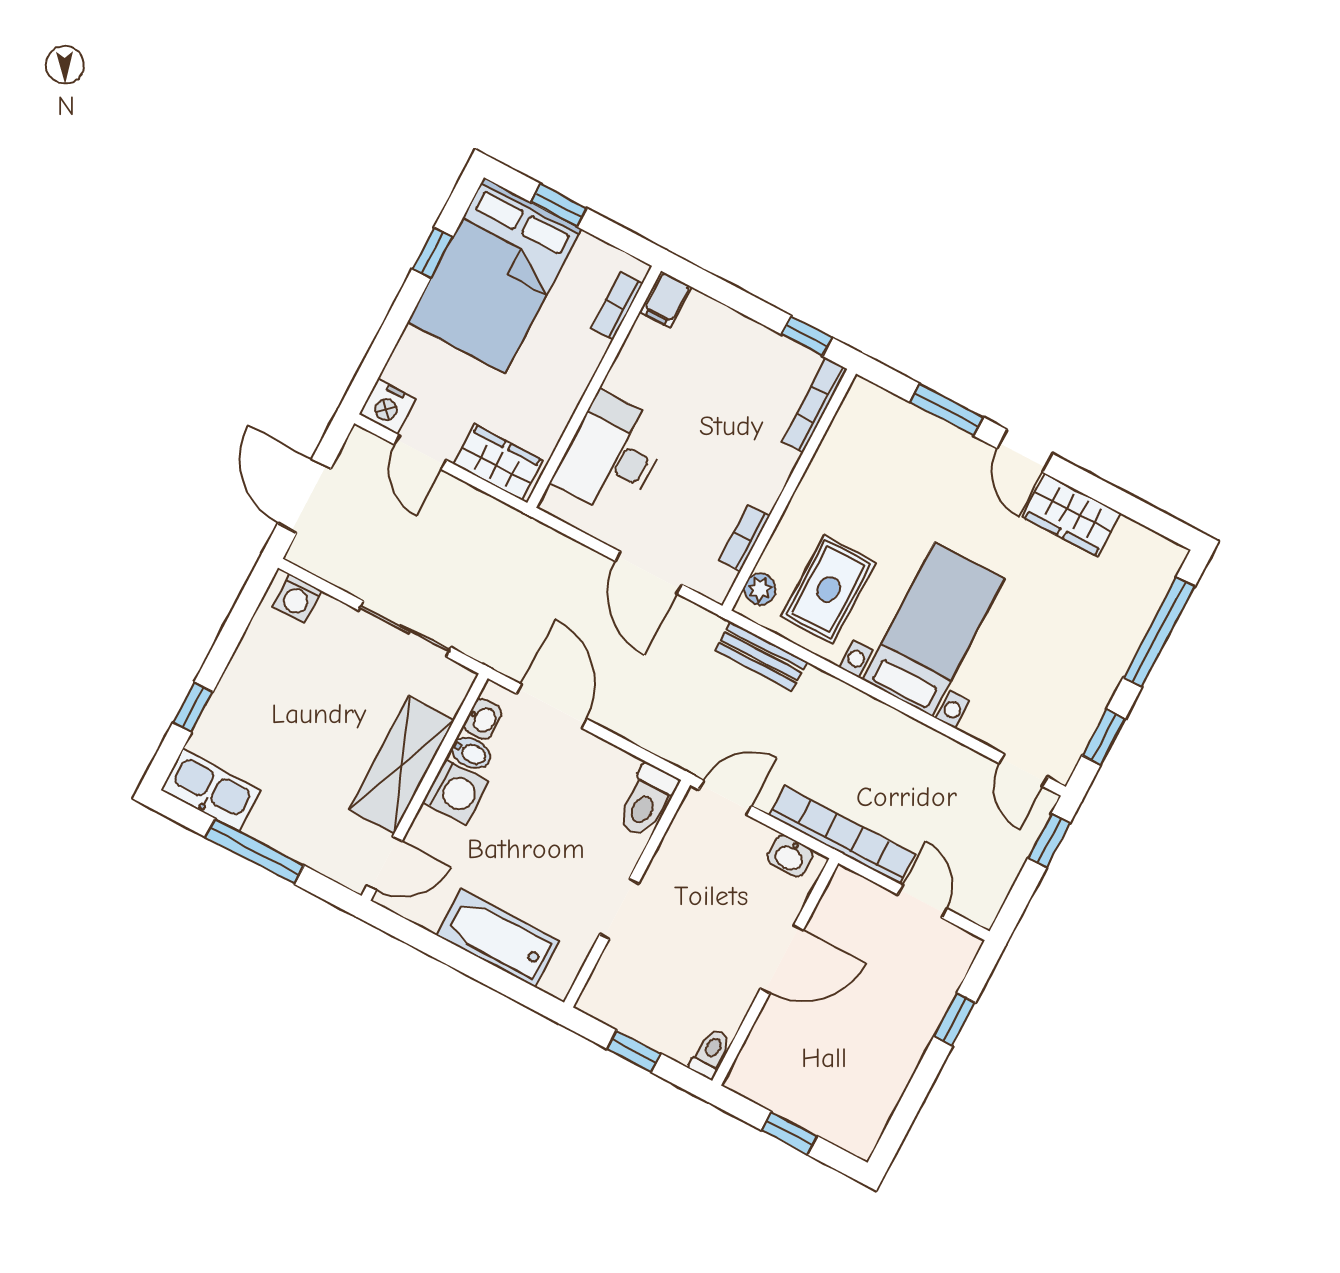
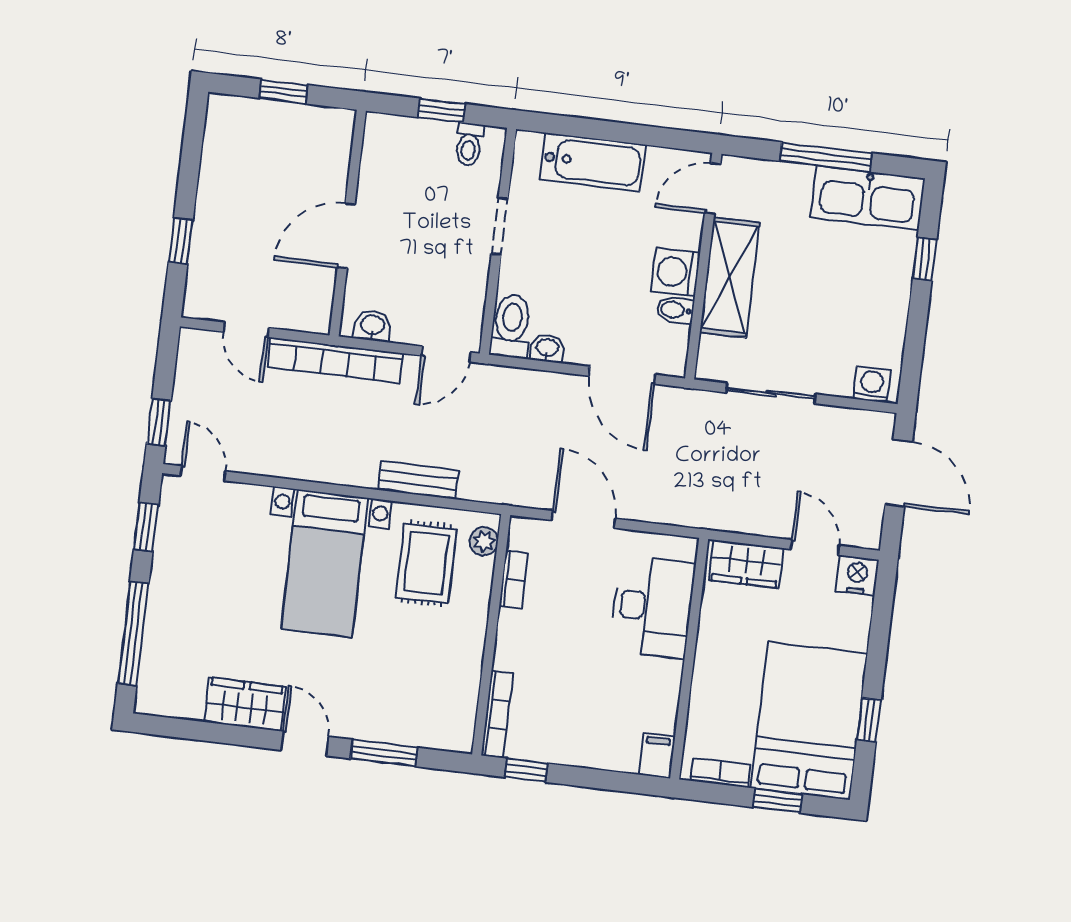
bookcase: (617, 306) -> (720, 773), moved, turned -90
bench: (761, 656) -> (418, 480), moved
washbasin: (483, 719) -> (547, 348), moved, turned 90
kitchen sink: (211, 790) -> (868, 198), width x1.36, depth x1.24
toilet: (710, 1054) -> (469, 145), moved

